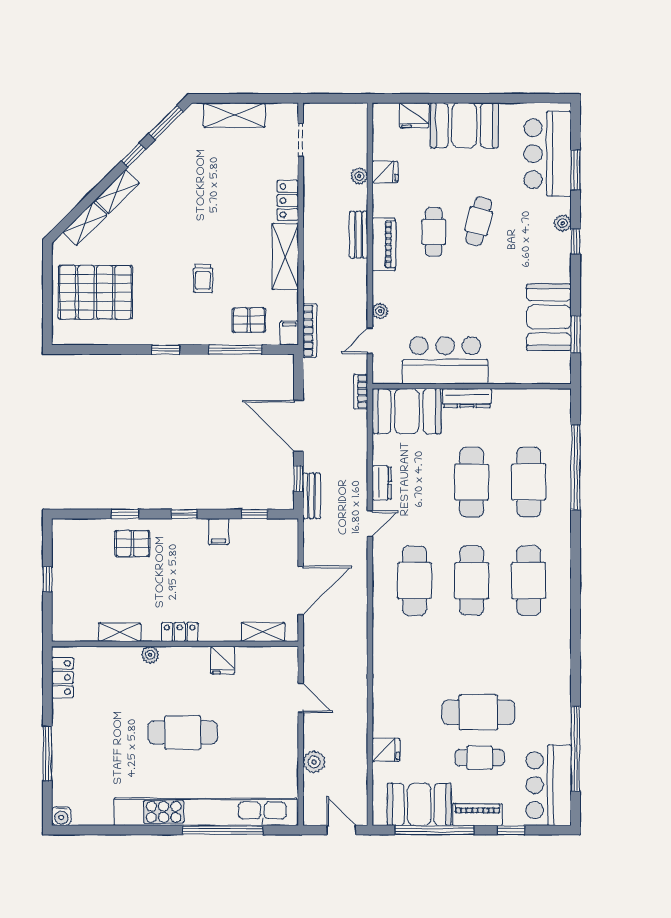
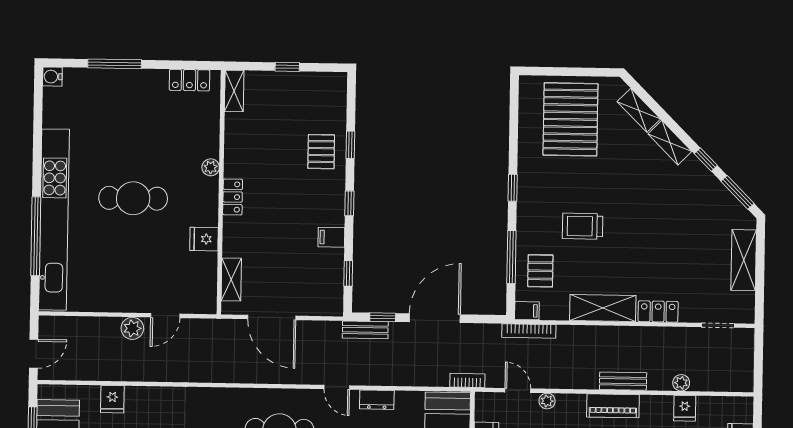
trolley: (203, 278) -> (583, 226), width x1.36, depth x1.39
shelving: (120, 632) -> (234, 91), moved
cafe table: (183, 732) -> (133, 198), turned 90
plant: (314, 762) -> (132, 328), moved

